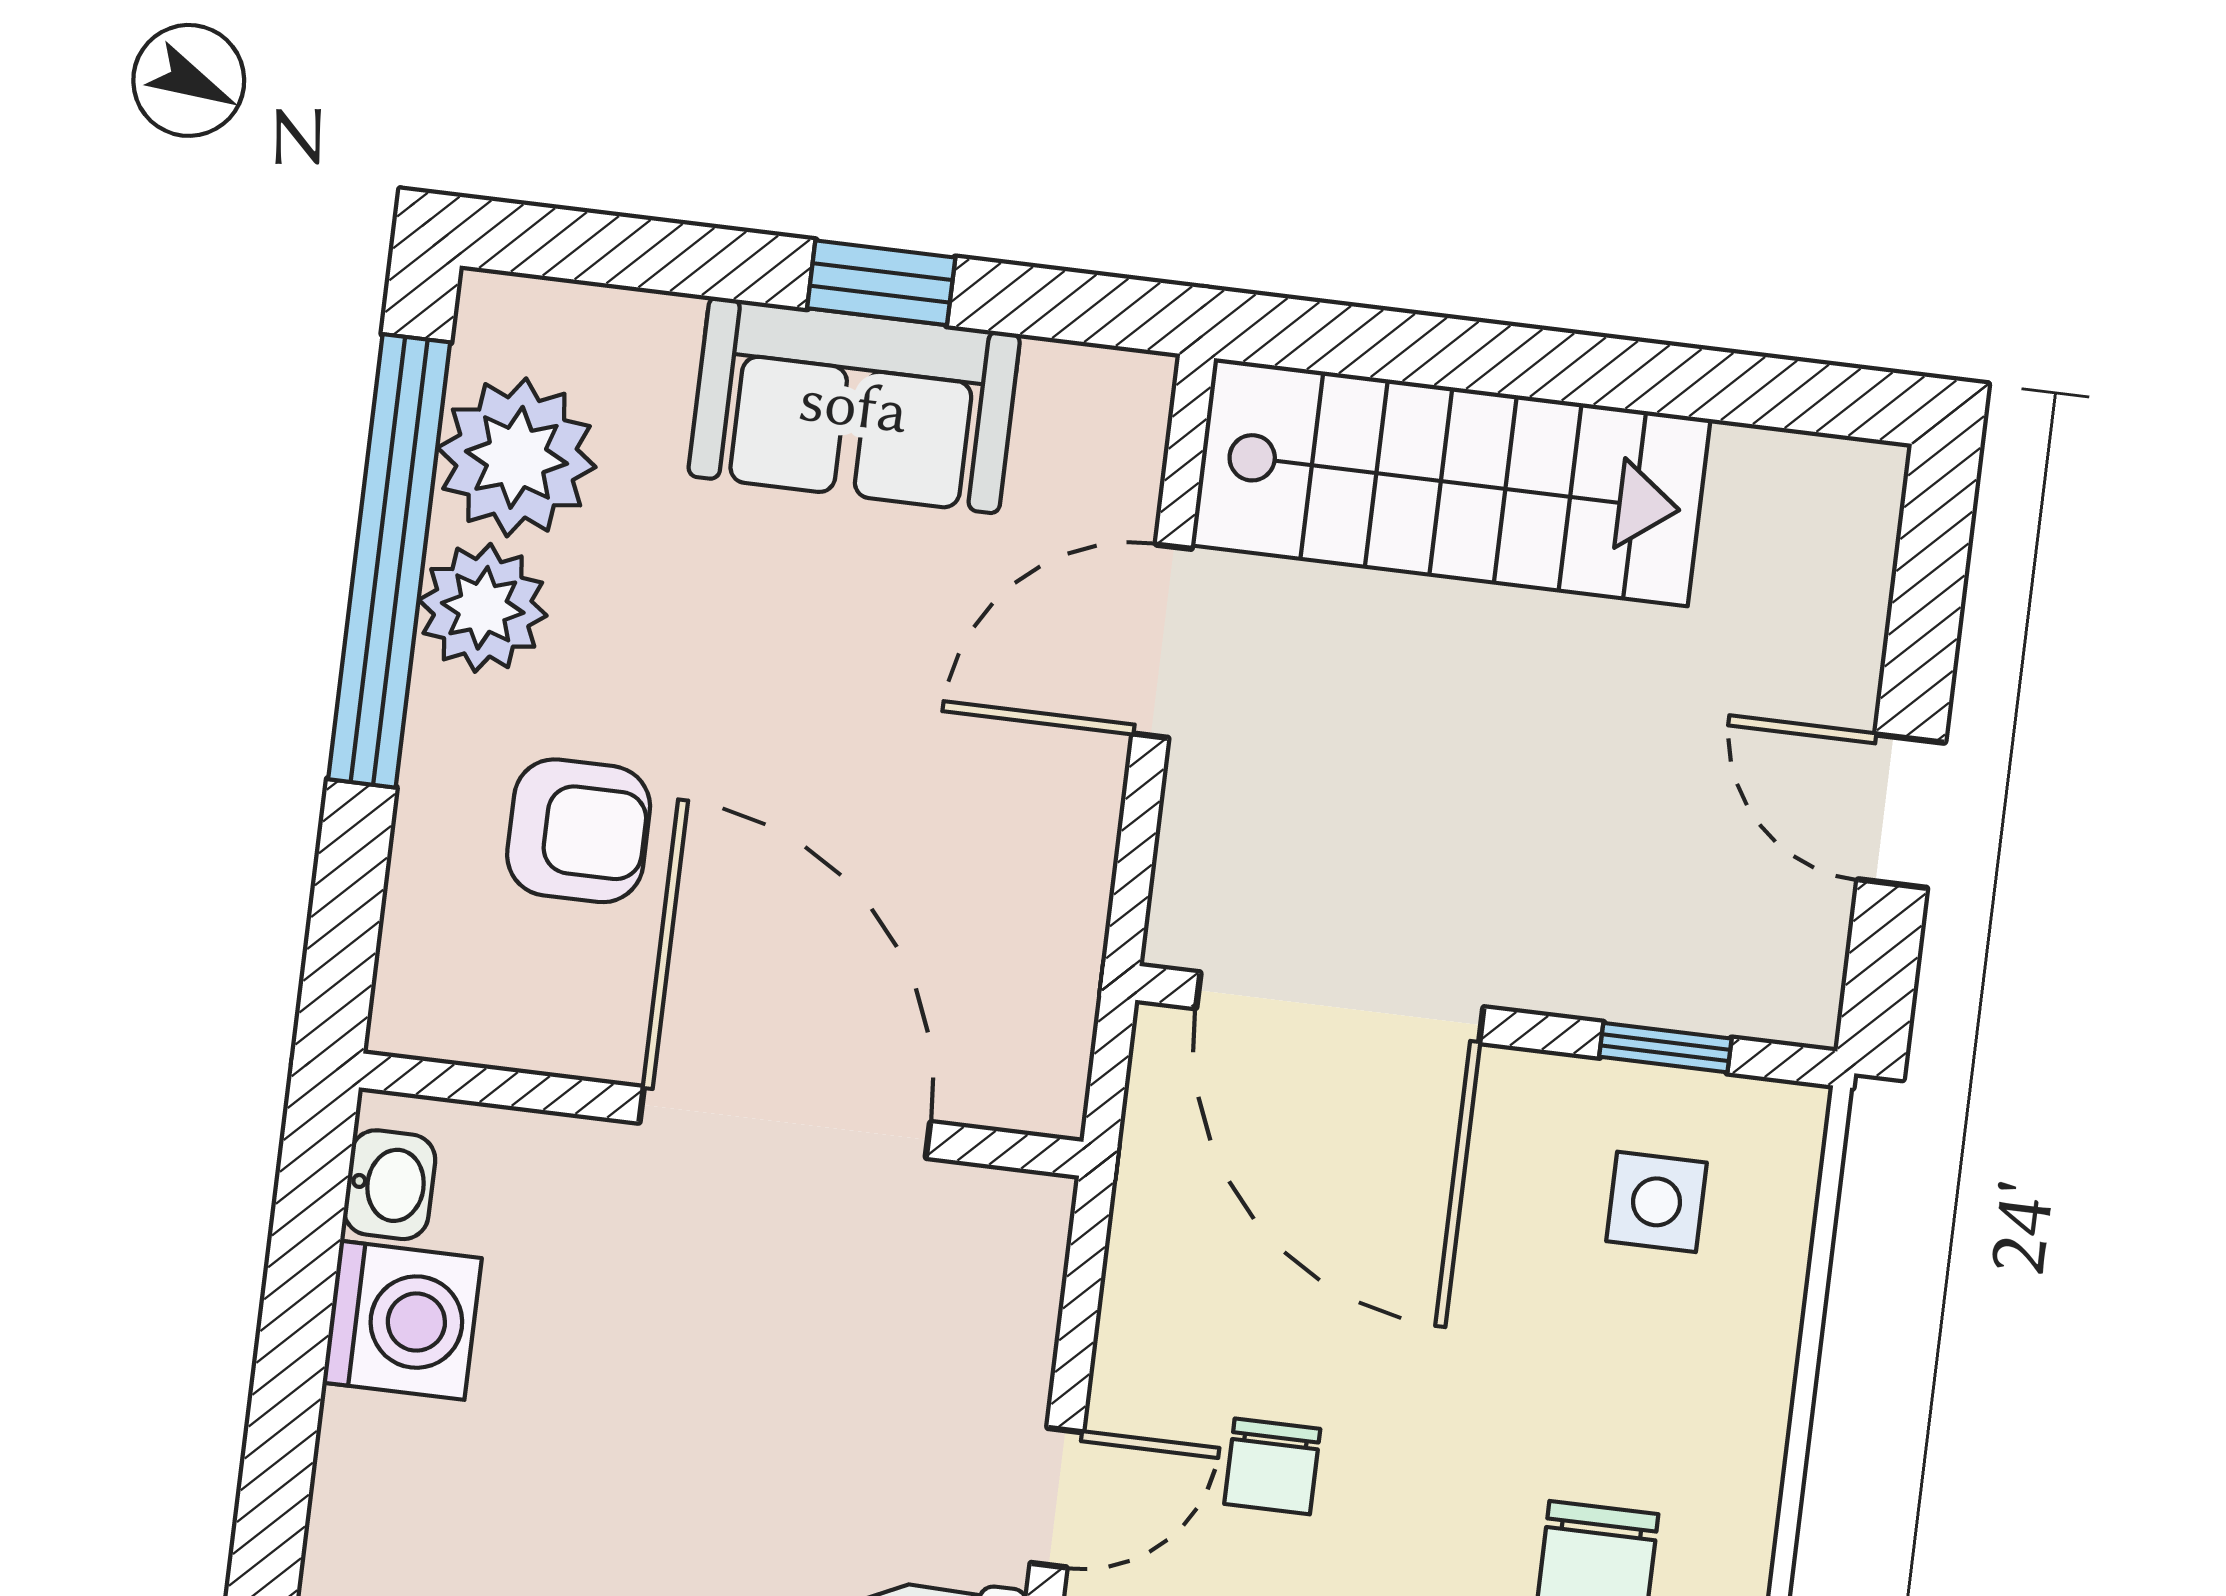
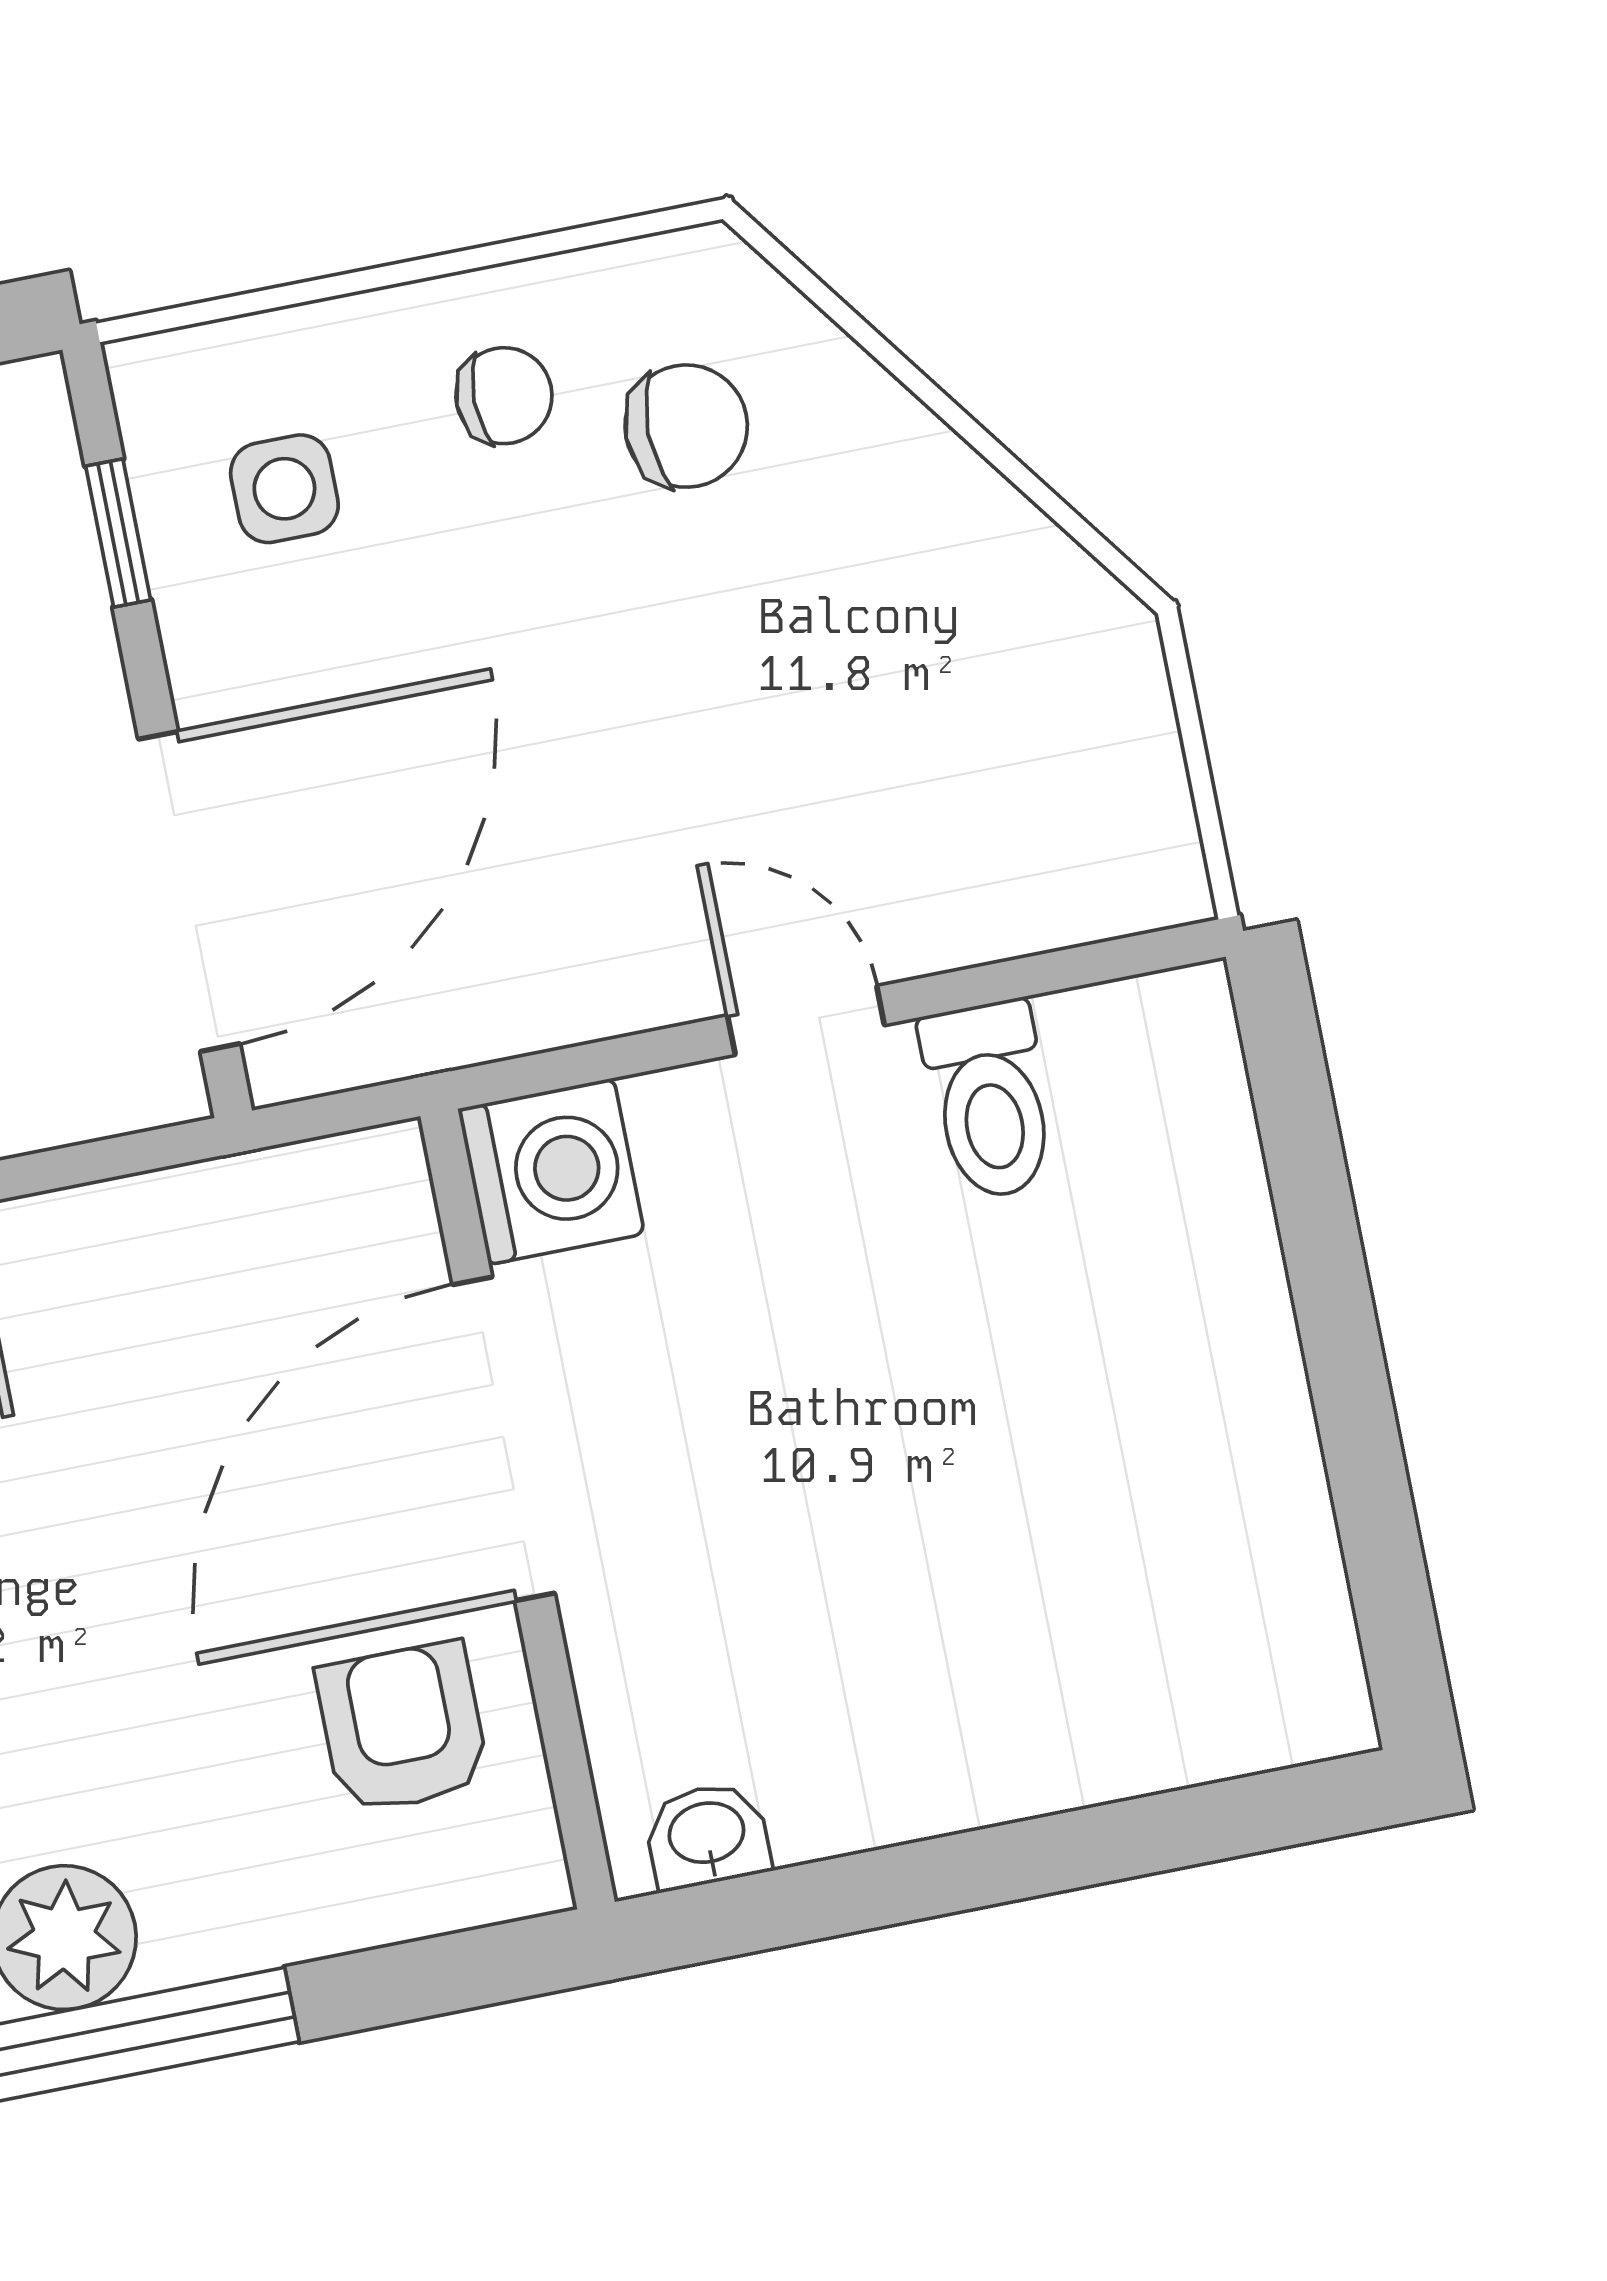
armchair: (579, 831) -> (403, 1728), moved
washing machine: (402, 1320) -> (551, 1171), moved, turned 90
chair: (1272, 1466) -> (504, 396), moved

